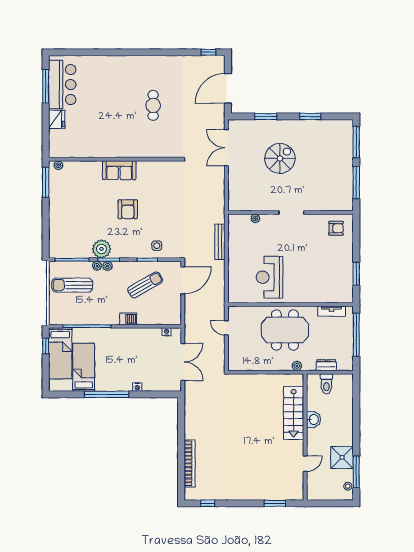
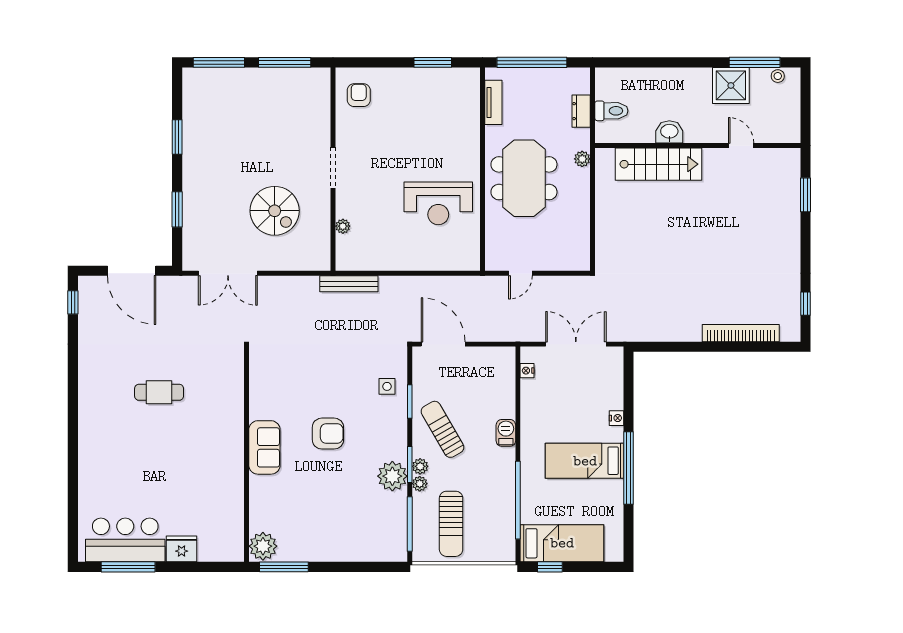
spiral stairs: (280, 158) -> (275, 211), moved, turned 180
plant: (58, 165) -> (263, 546), width x1.88, depth x1.88
bench: (220, 242) -> (349, 284), moved
sun lounger: (145, 285) -> (442, 429), moved
bed: (84, 367) -> (585, 461), moved

